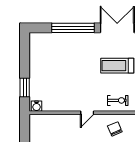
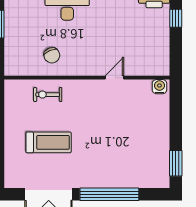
window: (25, 87) -> (176, 163), moved
door: (87, 113) -> (114, 78), moved

